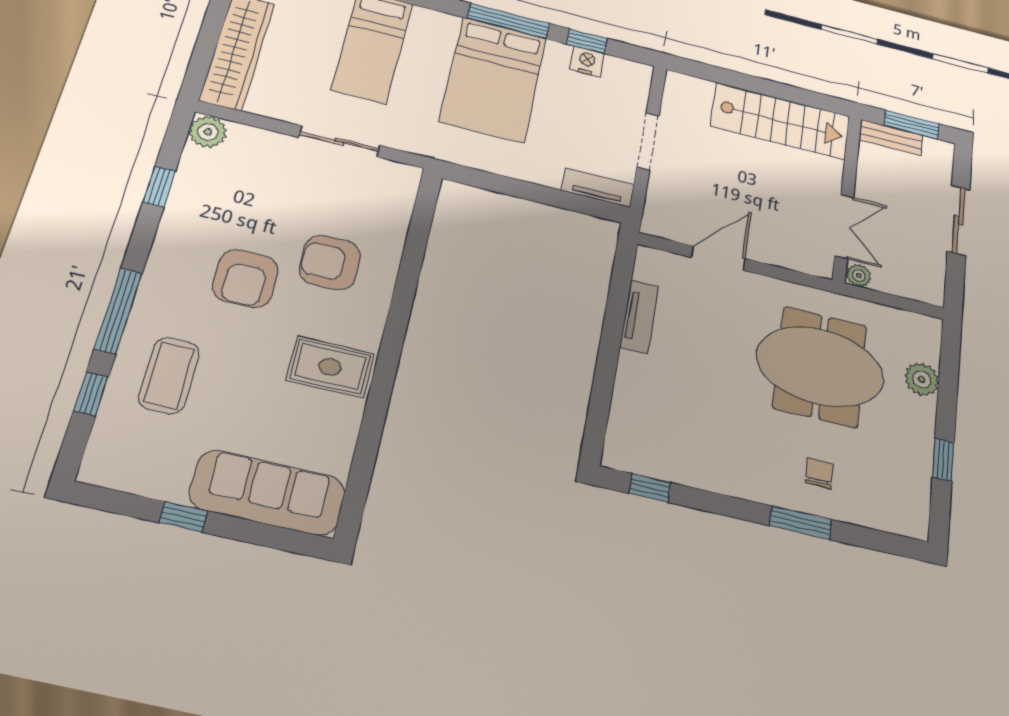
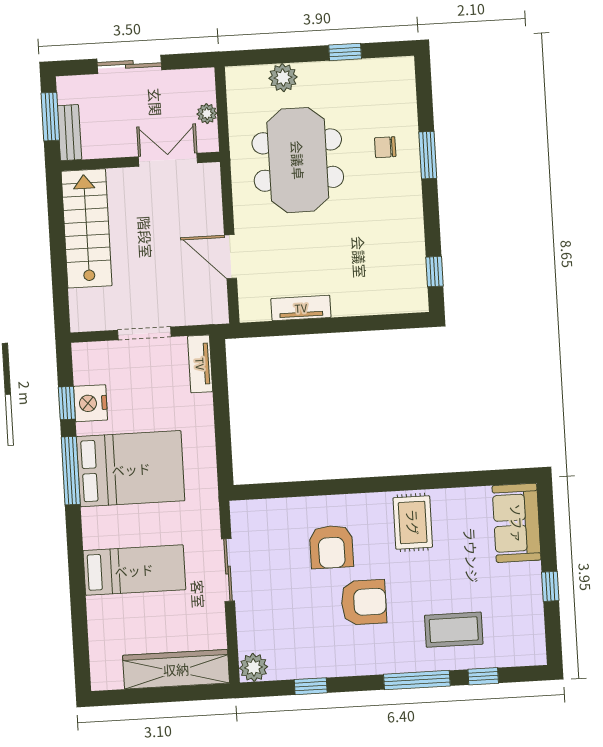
nightstand: (587, 61) -> (91, 403), width x1.36, depth x1.33
plant: (859, 275) -> (207, 114), moved
sofa: (268, 493) -> (517, 523), width x0.73

